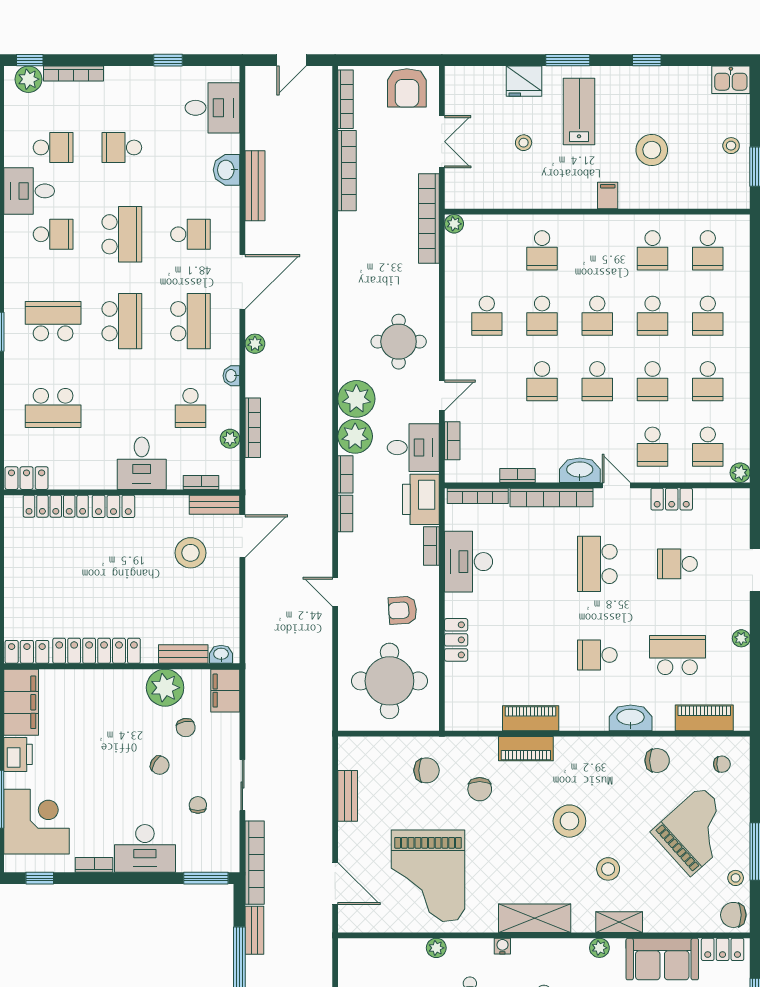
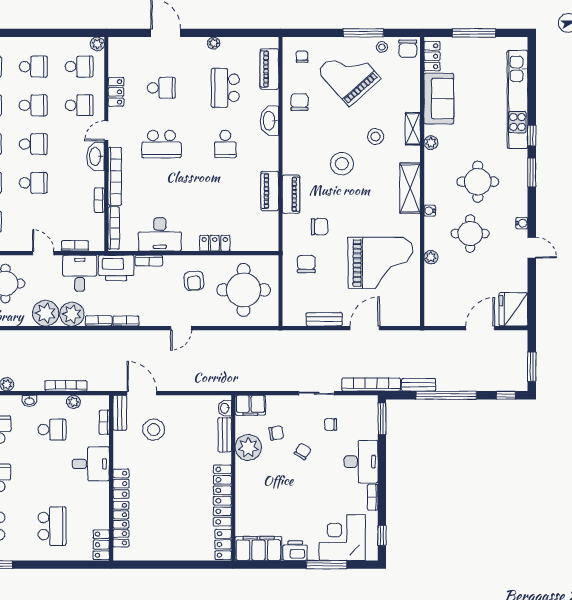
school desk: (677, 564) -> (161, 88), turned -90
door: (335, 884) -> (365, 328), moved

